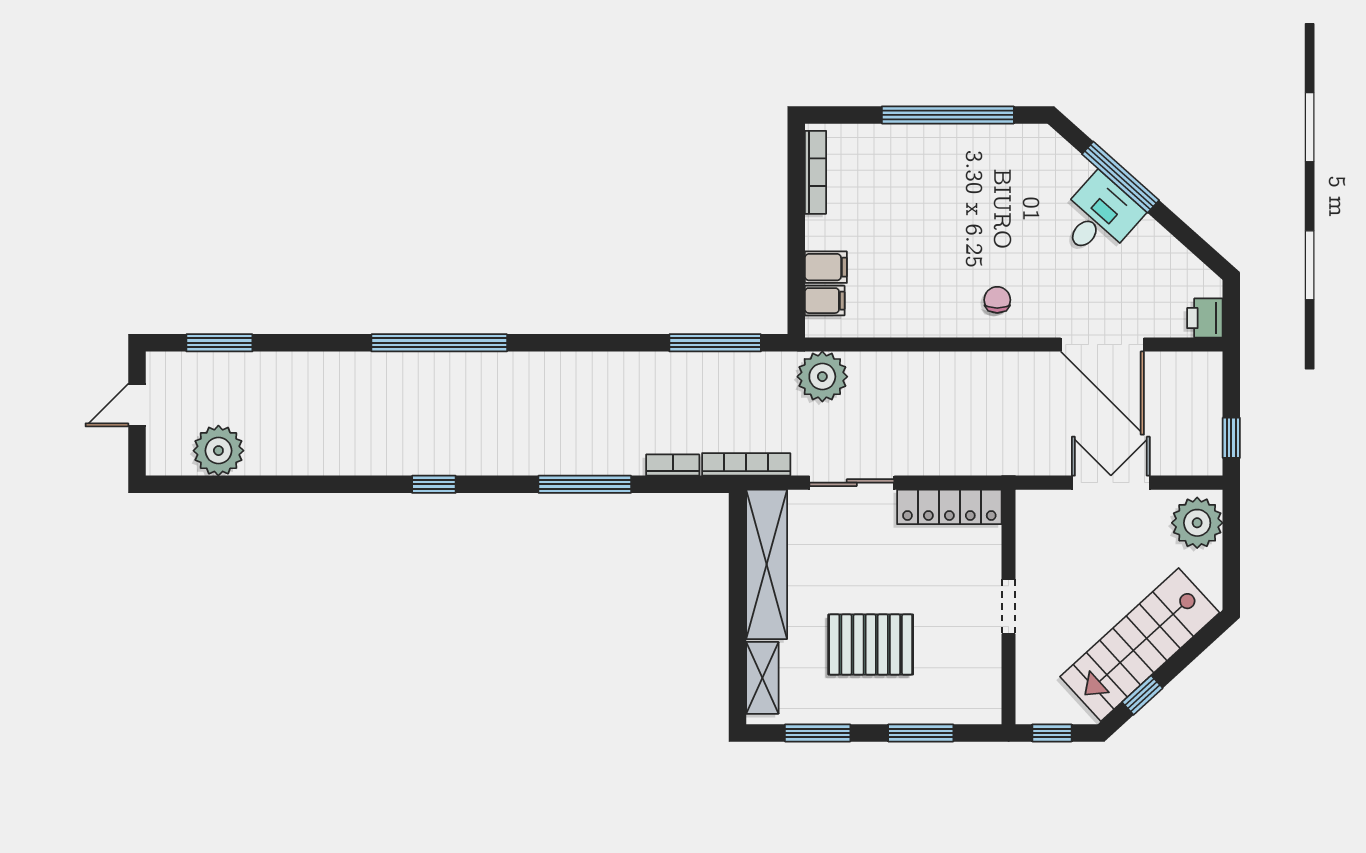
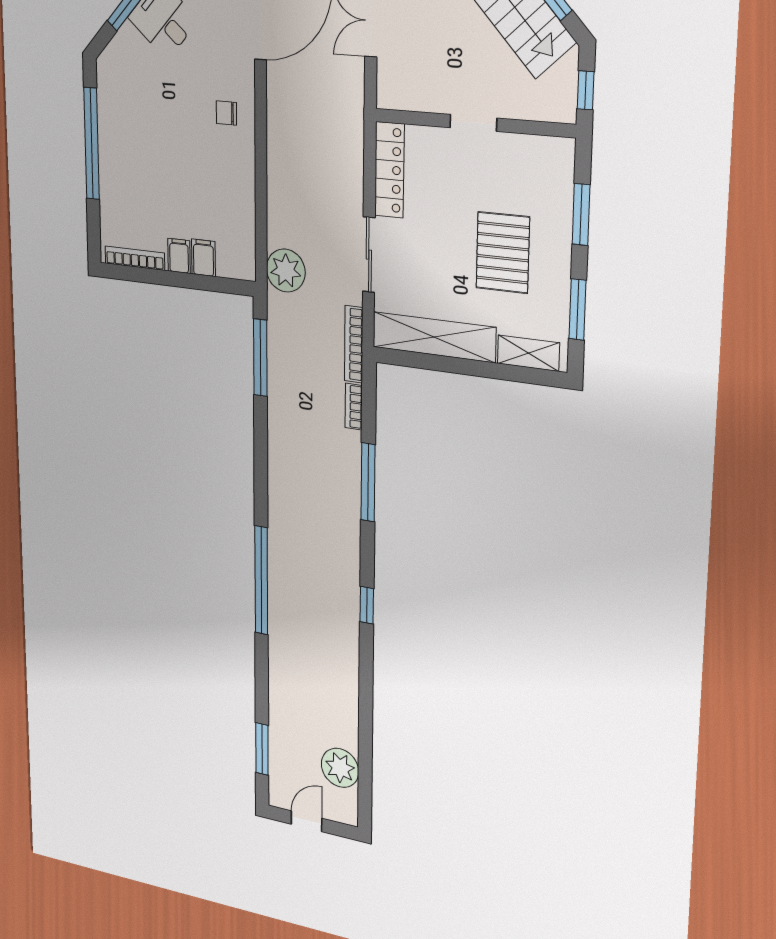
filing cabinet: (825, 301) -> (179, 256), moved
door: (137, 405) -> (307, 821), swing flipped

